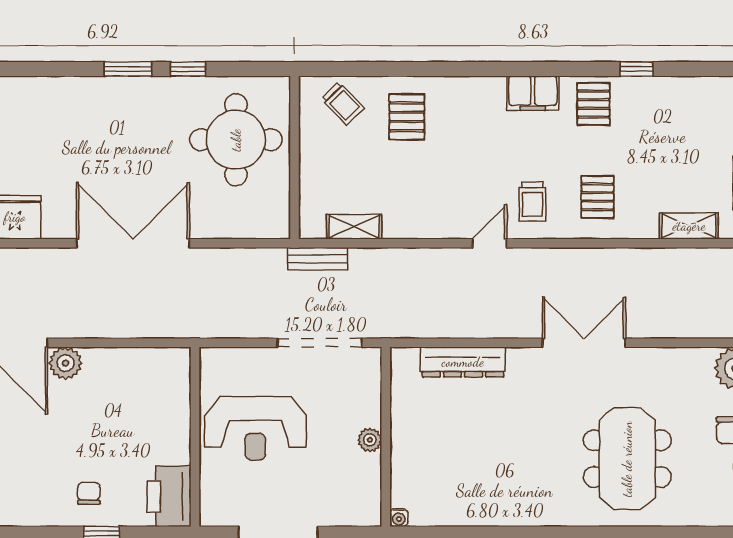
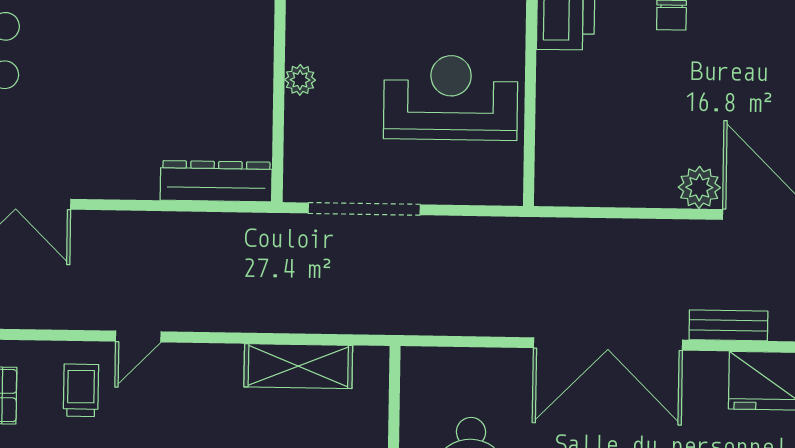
shelving: (354, 227) -> (298, 366), width x1.50, depth x1.33
bench: (317, 259) -> (728, 325), moved
dresser: (463, 362) -> (216, 181), moved

